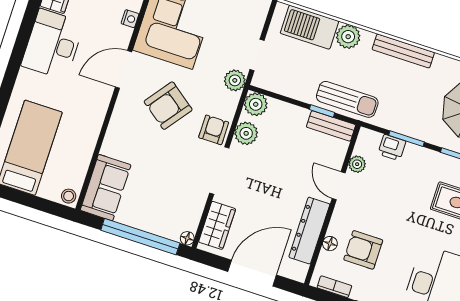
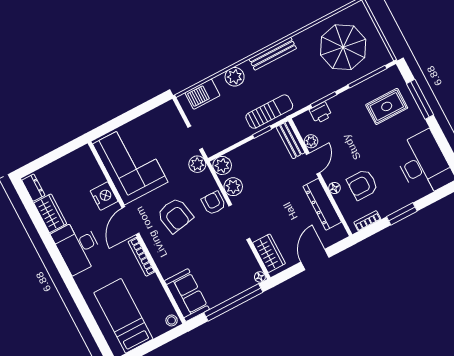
nightstand: (130, 19) -> (104, 196), width x1.89, depth x1.79
barbecue: (309, 27) -> (202, 94), width x0.73, depth x0.83
armchair: (168, 106) -> (175, 215), turned -48
bookcase: (100, 112) -> (142, 257), added
bench: (331, 126) -> (291, 140), moved, turned 90
door: (339, 186) -> (313, 163), swing flipped
floor lamp: (330, 244) -> (334, 188), moved
door: (252, 273) -> (315, 260), width x0.73

